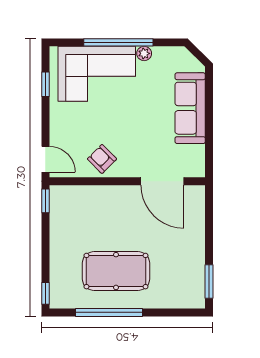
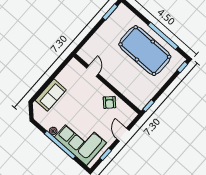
sofa: (190, 108) -> (51, 95), width x0.73
door: (45, 159) -> (123, 135), moved
door: (162, 181) -> (92, 71), width x0.53
pool table: (116, 271) -> (145, 51), width x1.36, depth x1.32

